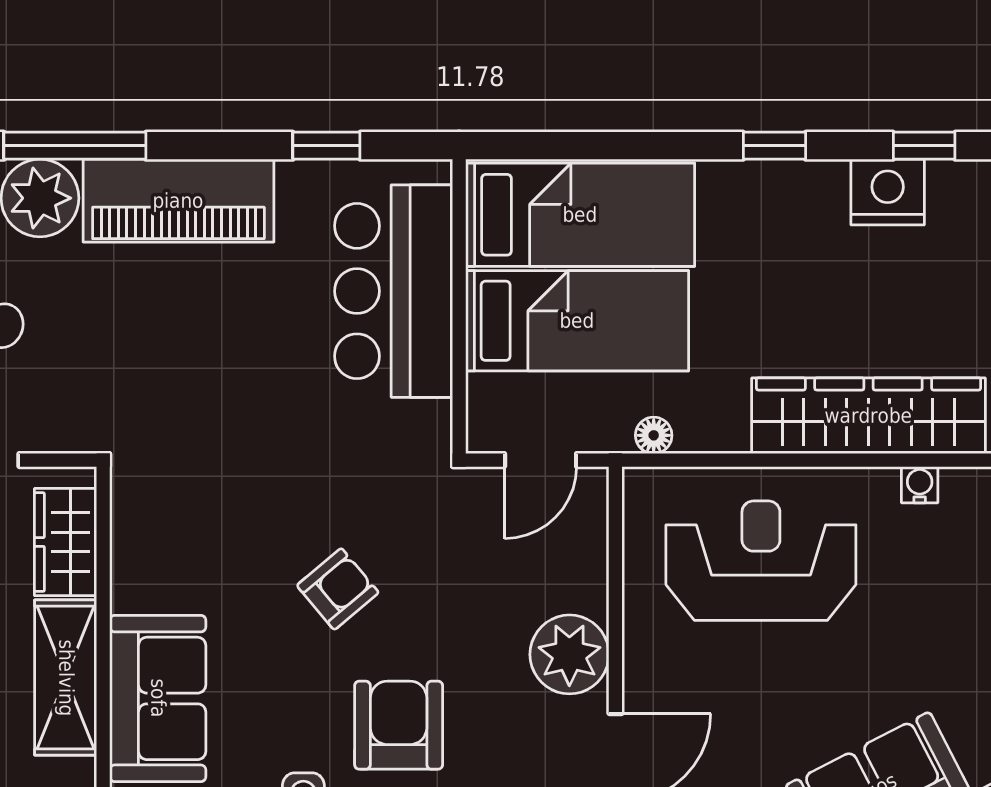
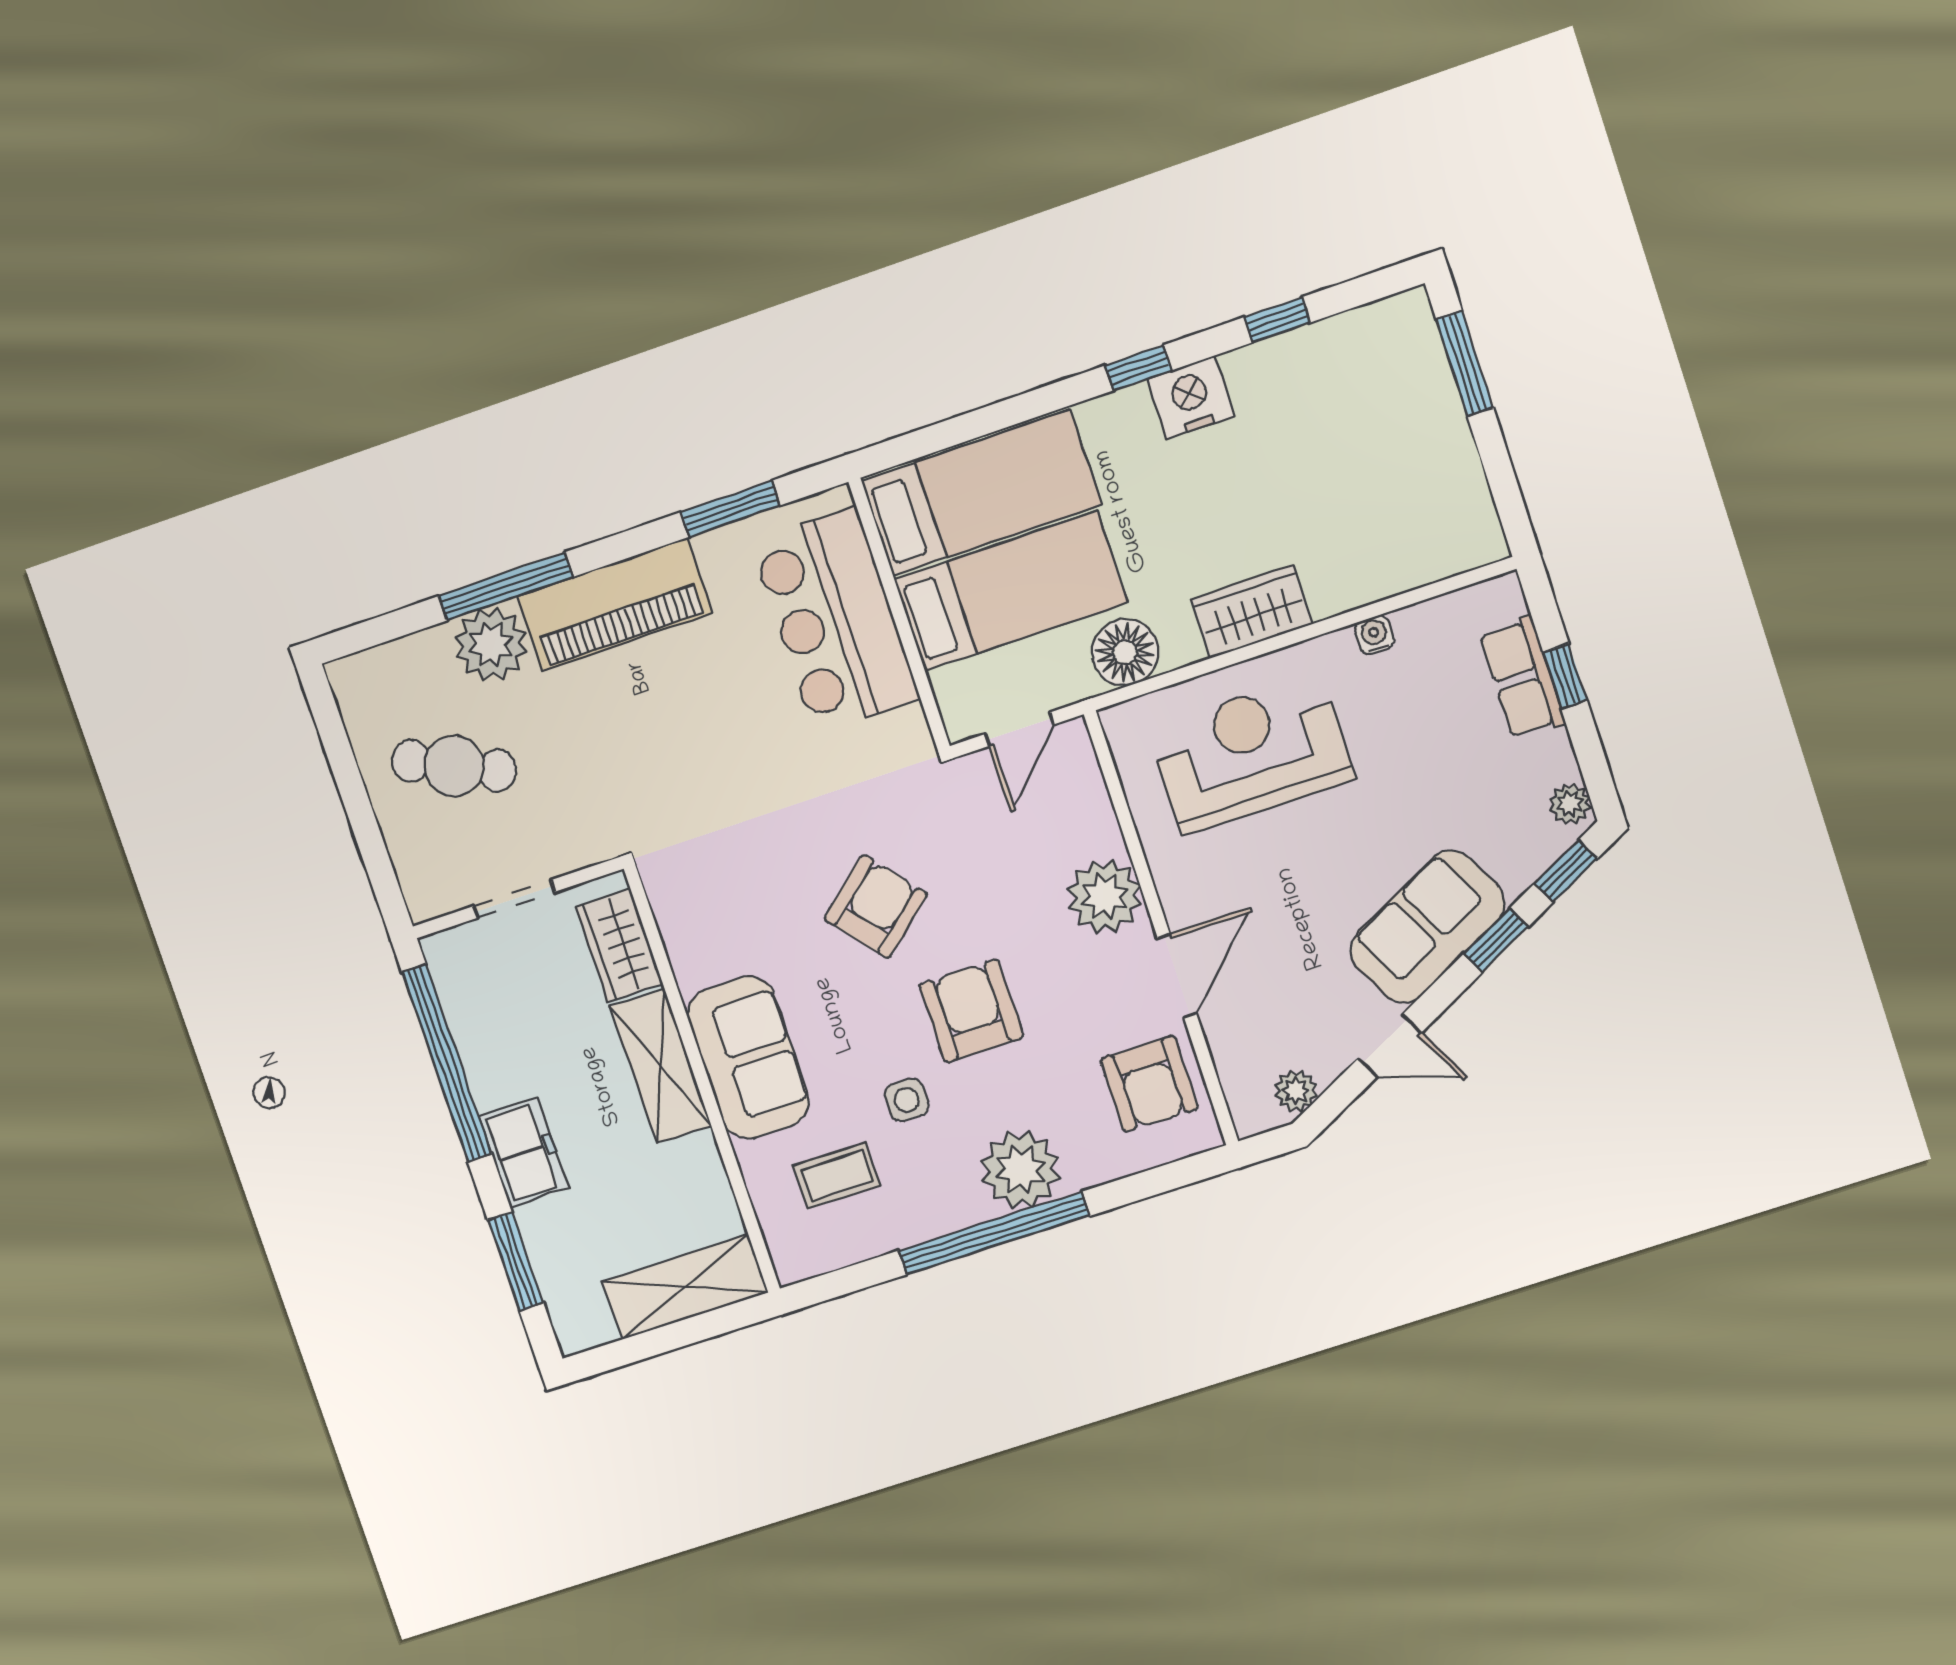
window: (326, 146) -> (730, 509), width x1.50
nightstand: (888, 192) -> (1191, 398), moved
wardrobe: (868, 416) -> (1252, 612), width x0.48, depth x0.85
floor lamp: (654, 435) -> (1125, 652), width x1.89, depth x1.89
armchair: (338, 589) -> (876, 907), width x1.38, depth x1.38

